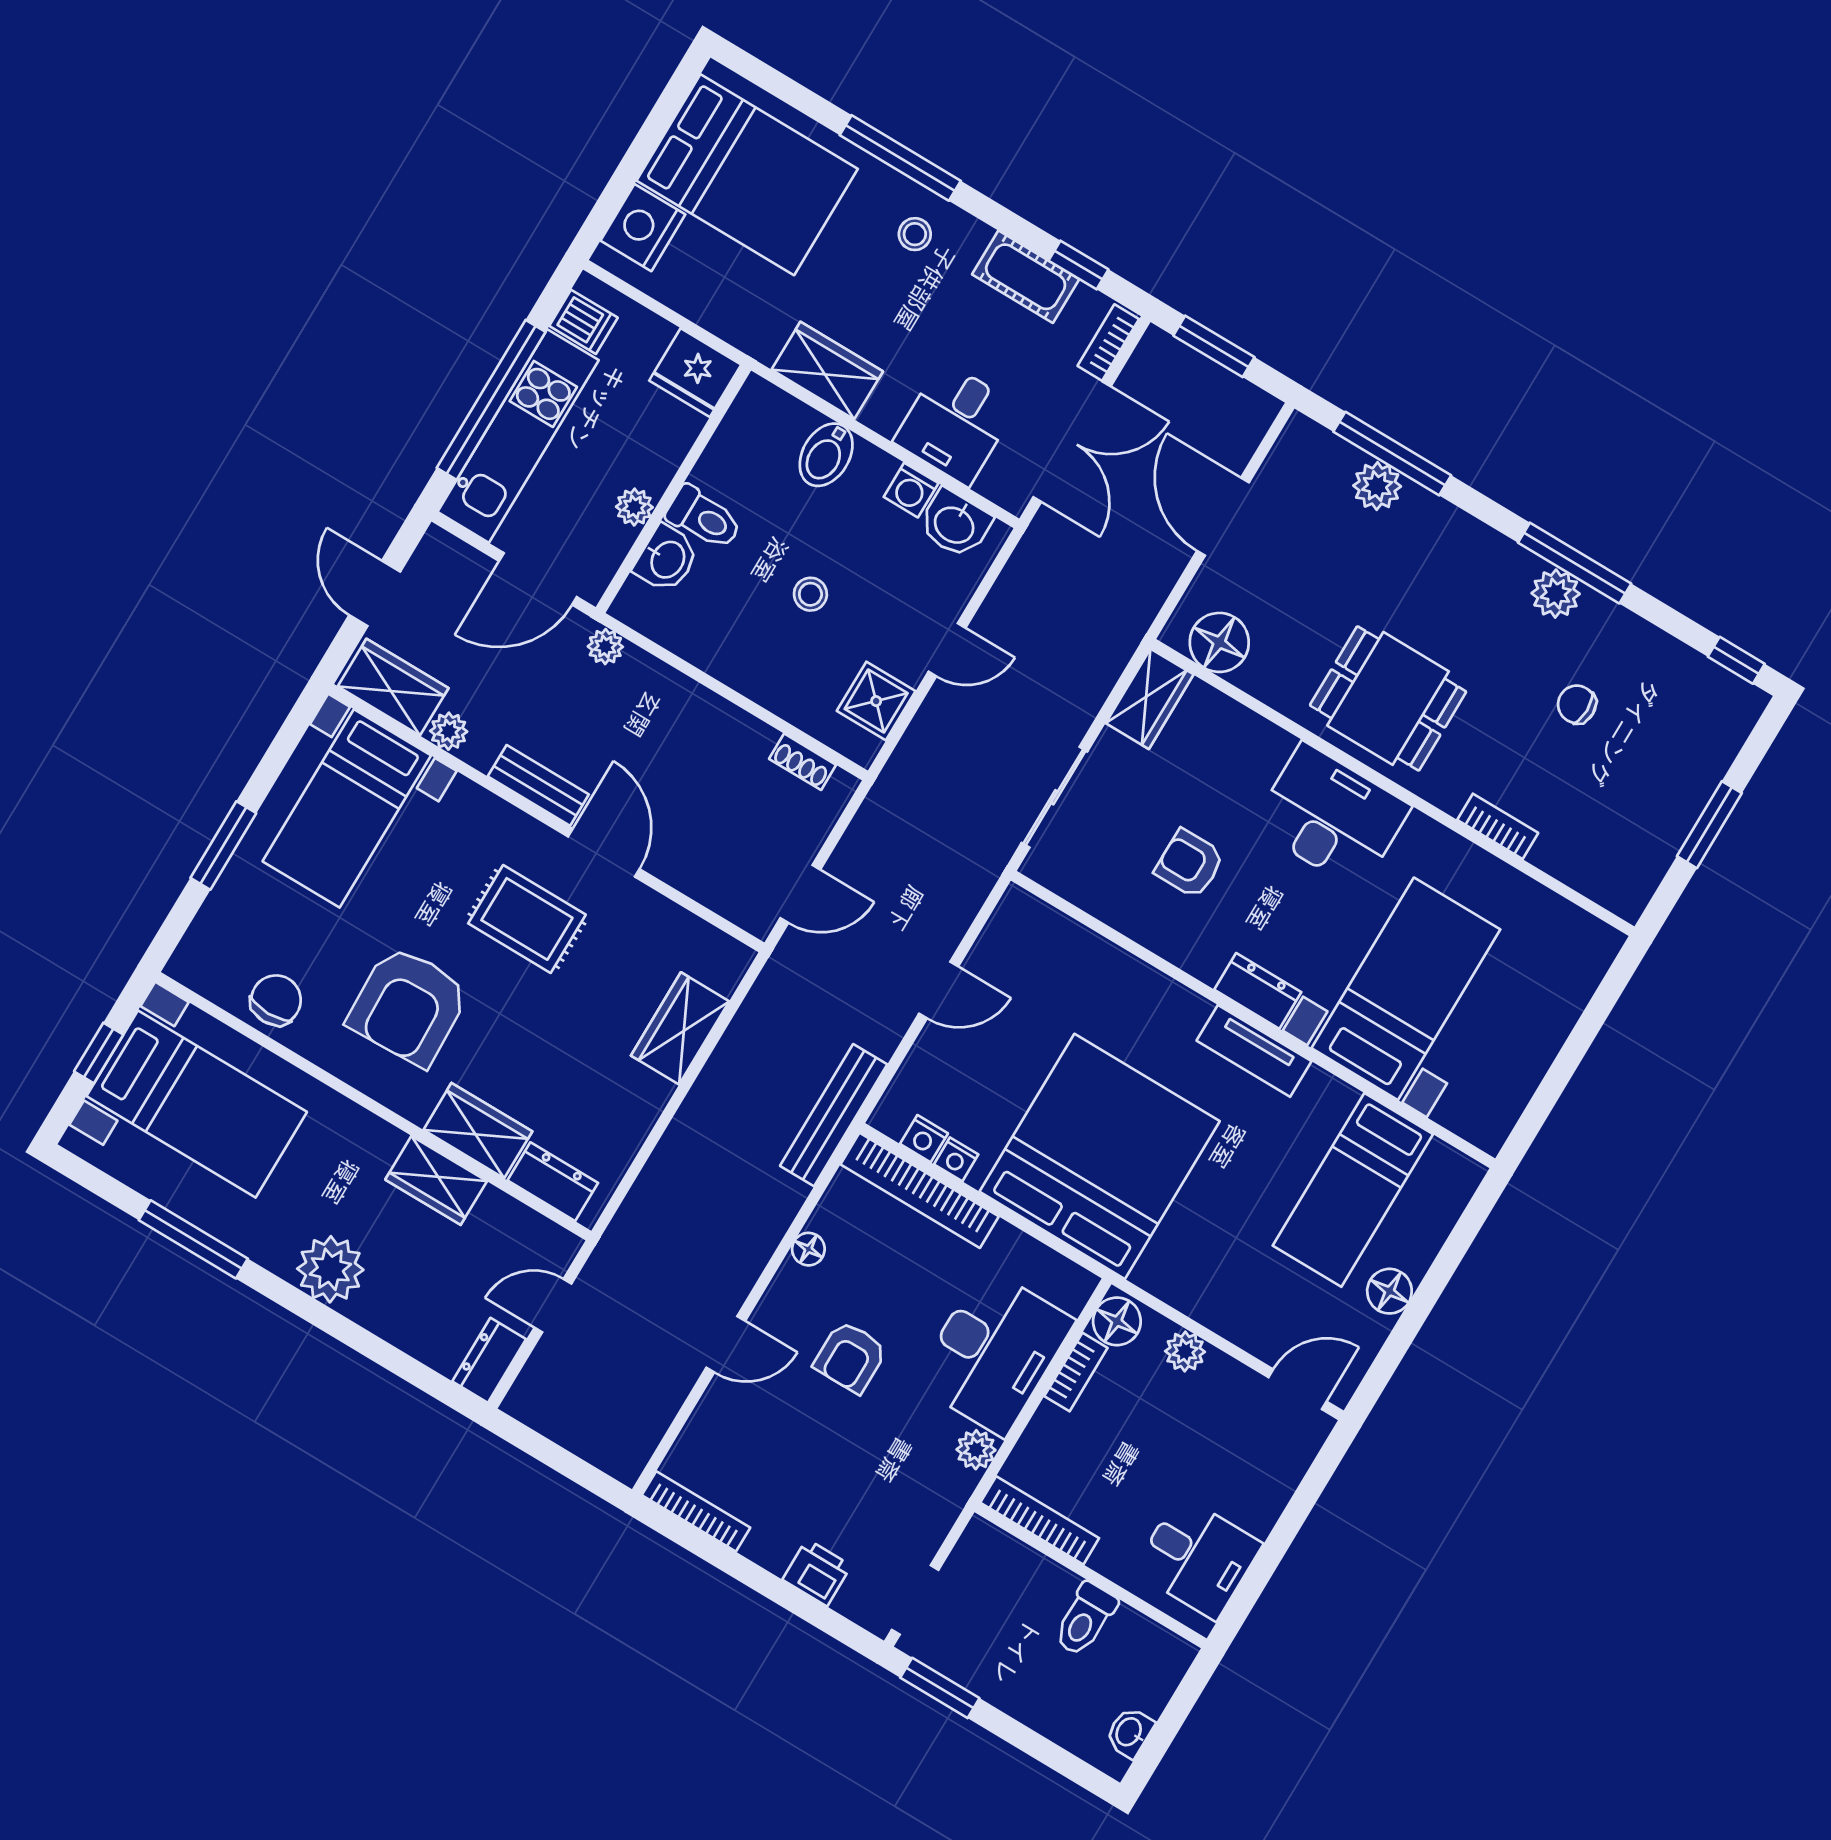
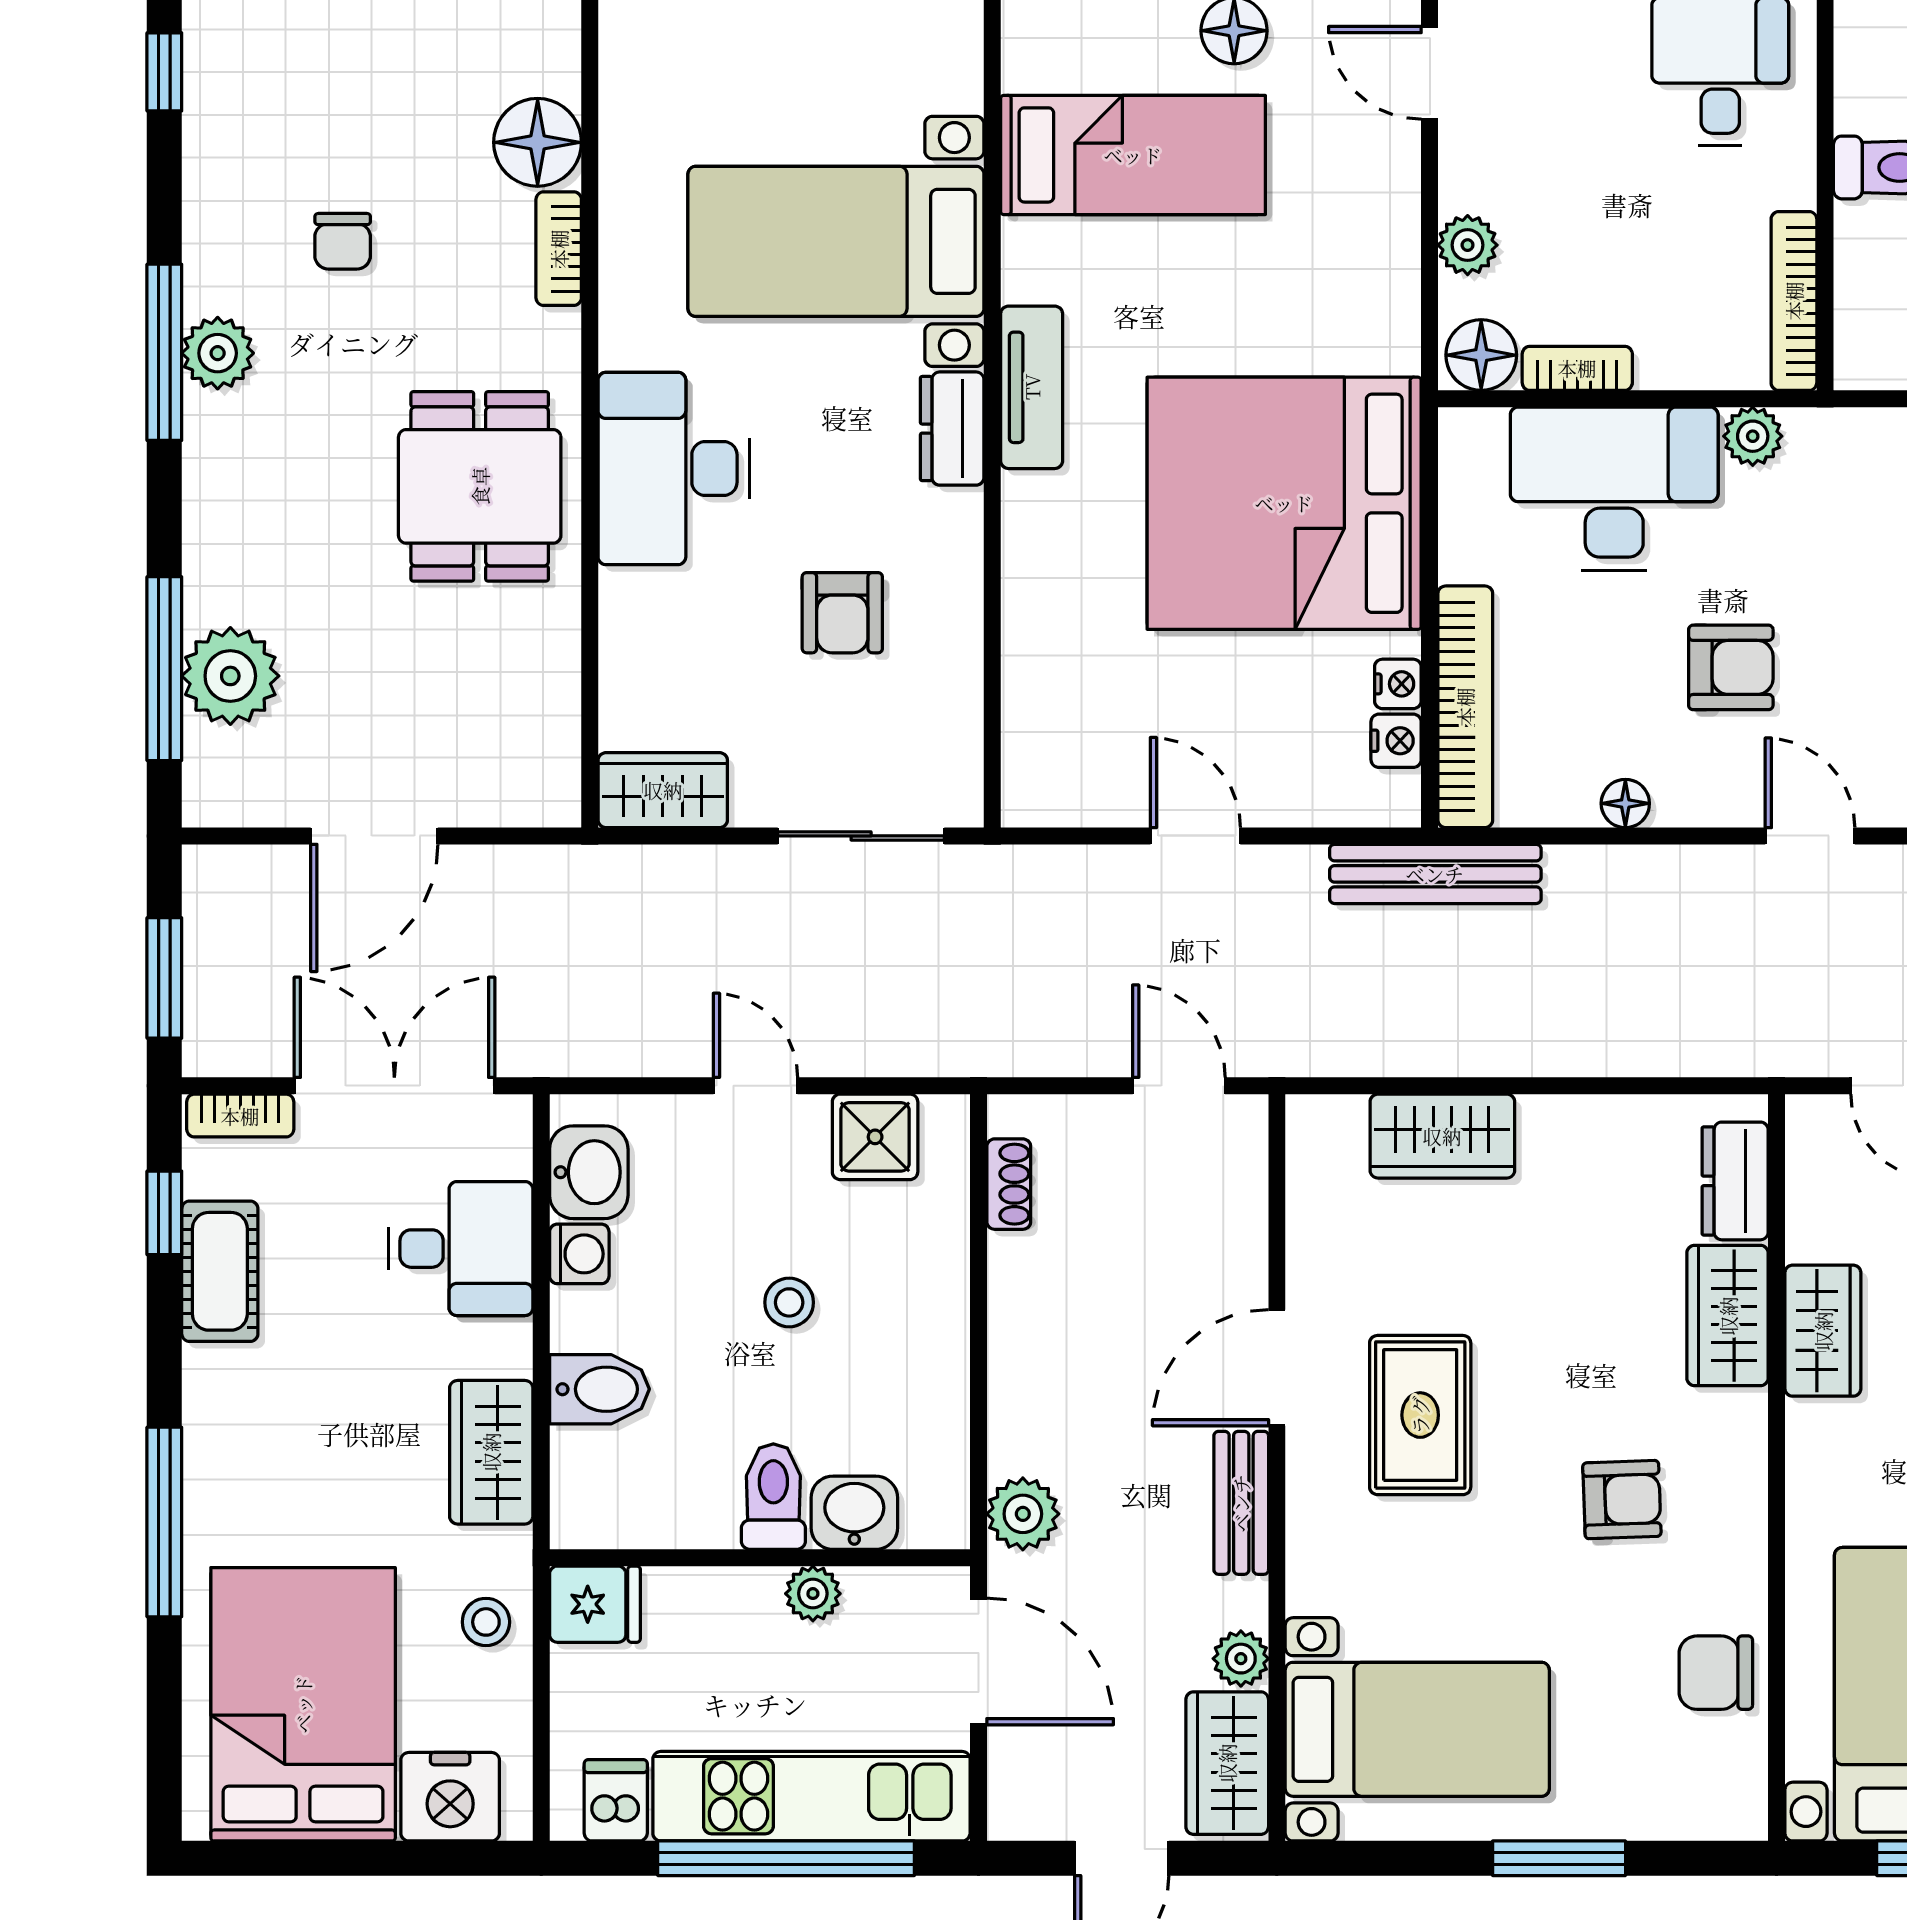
stool: (915, 234) -> (486, 1622), moved
fridge: (695, 373) -> (595, 1604), width x0.72
plant: (1377, 486) -> (230, 676), width x1.36, depth x1.36
floor lamp: (1219, 642) -> (538, 142), moved
plant: (605, 647) -> (1023, 1514), width x1.38, depth x1.38
armchair: (408, 1006) -> (1622, 1500), width x0.53, depth x0.53

